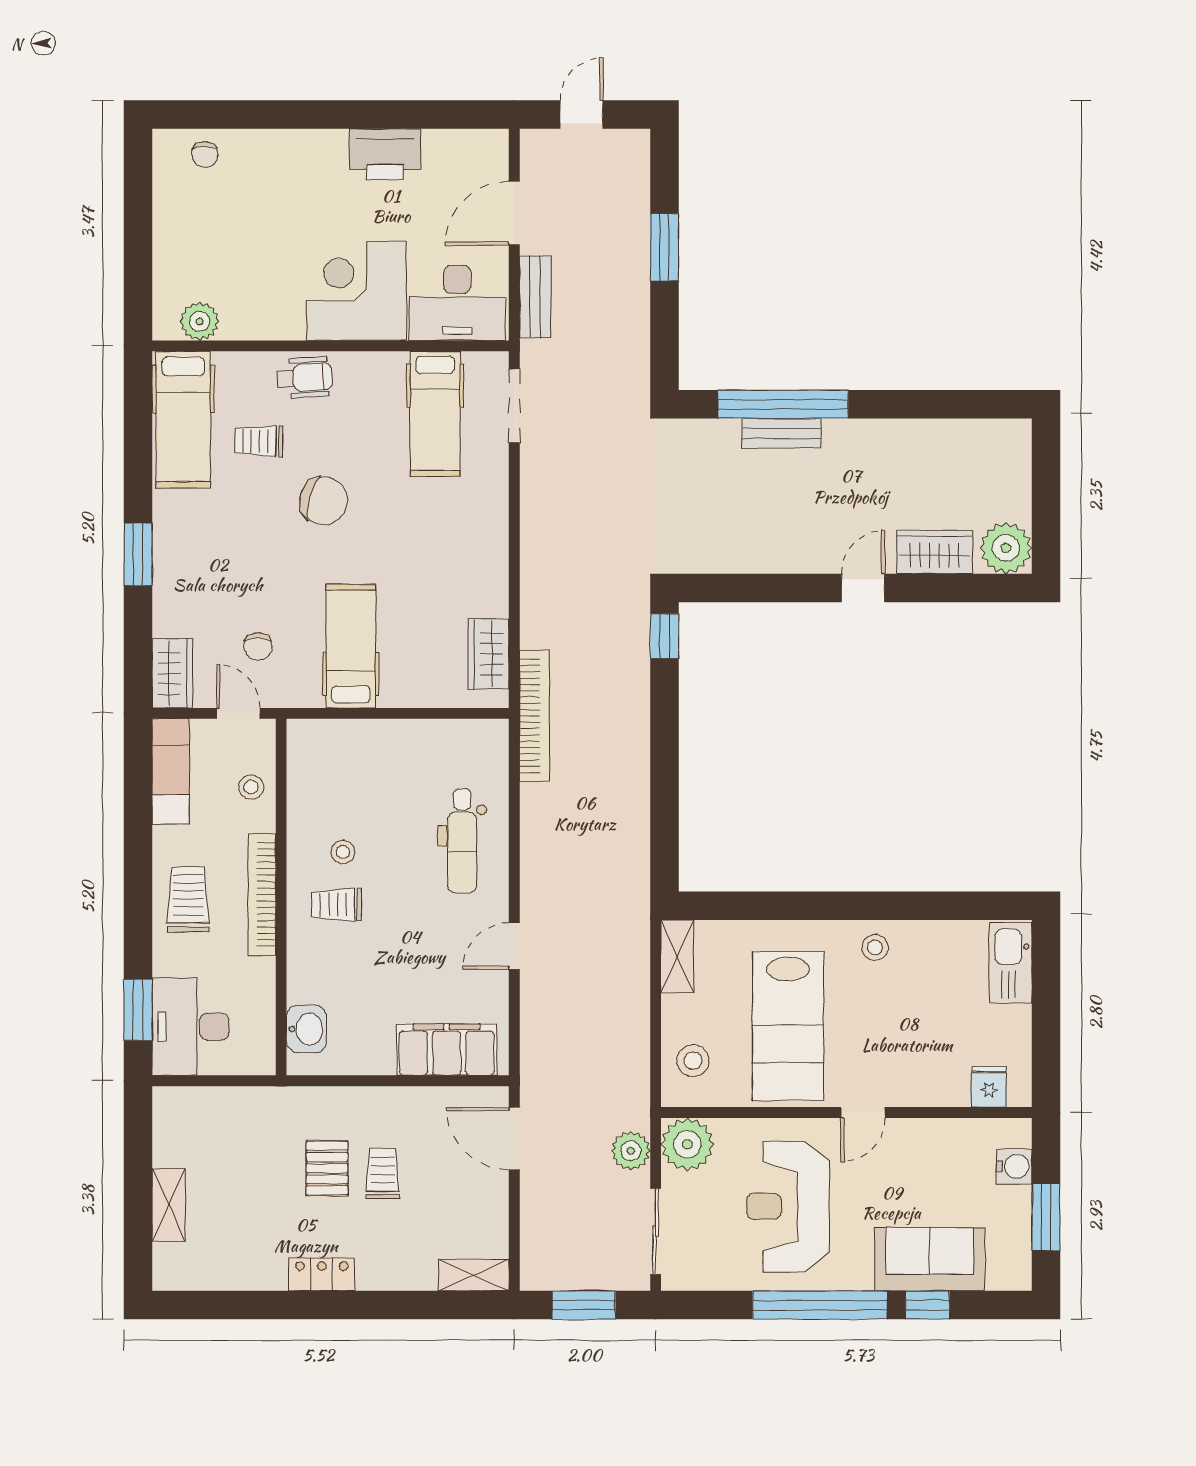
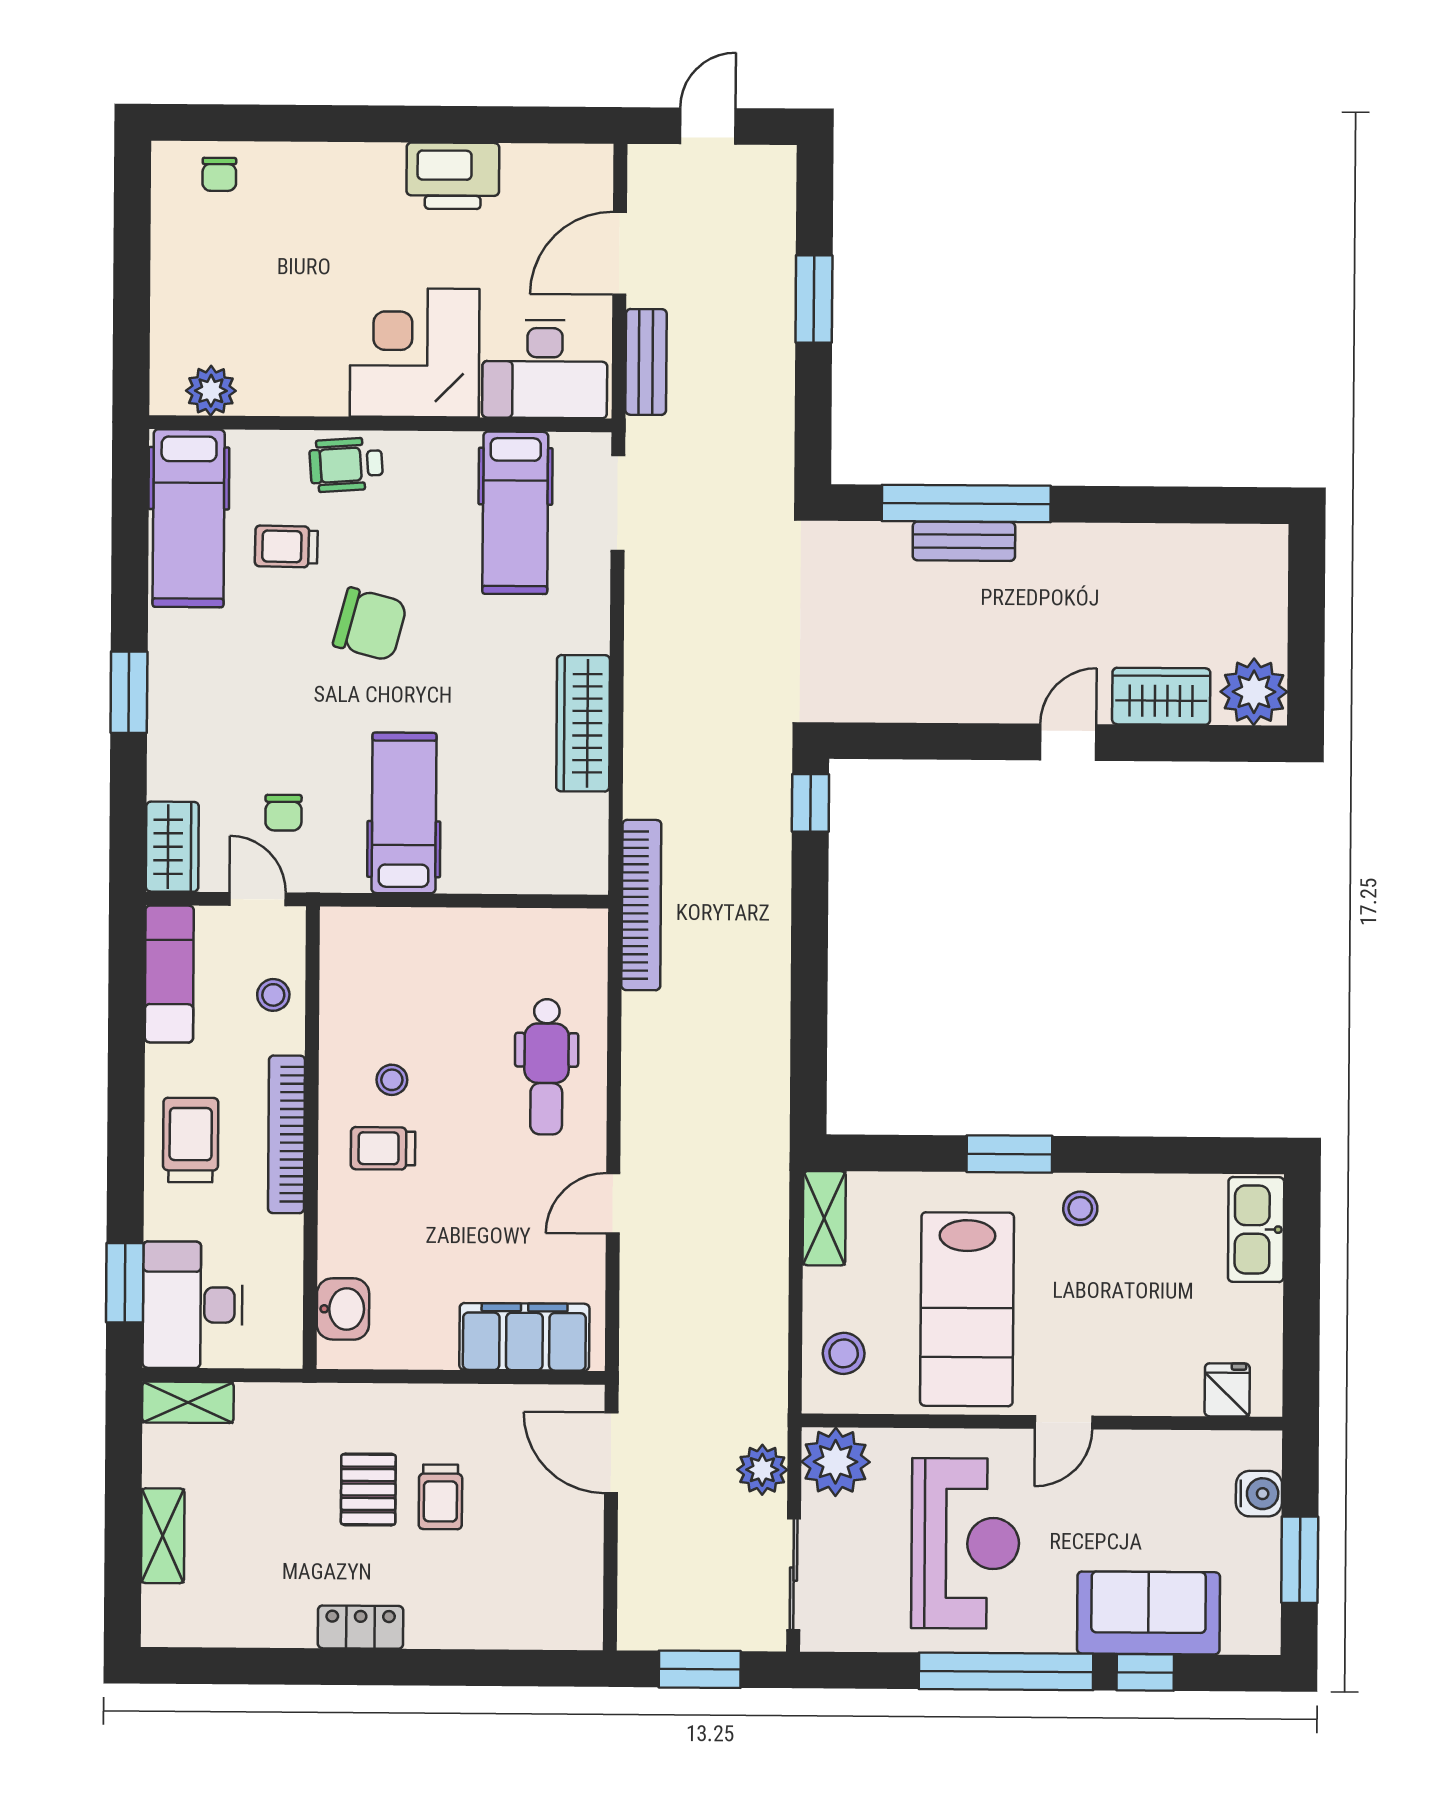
wheelchair: (304, 378) -> (346, 465), turned 180
wardrobe: (489, 654) -> (583, 723), moved, width x1.50
window: (820, 906) -> (1009, 1154), added
trolley: (383, 1173) -> (440, 1497), turned 180
reception desk: (788, 1207) -> (965, 1543), turned 180
shelving: (474, 1275) -> (188, 1402), moved

